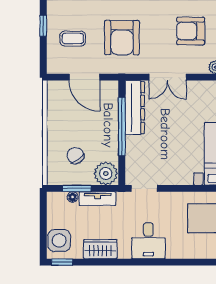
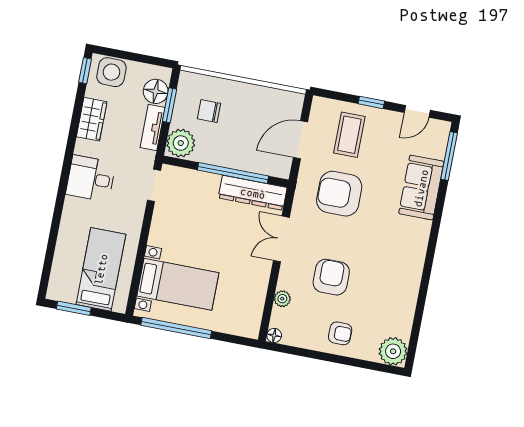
coffee table: (73, 38) -> (349, 135), width x1.36, depth x1.30
chair: (75, 156) -> (209, 111), turned -145
floor lamp: (73, 197) -> (156, 91), width x1.89, depth x1.89

